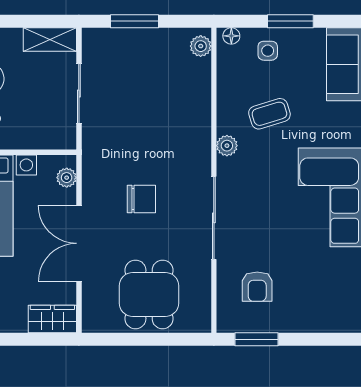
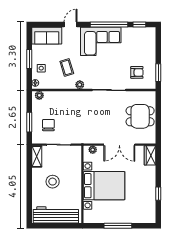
chair: (141, 199) -> (48, 125), moved

